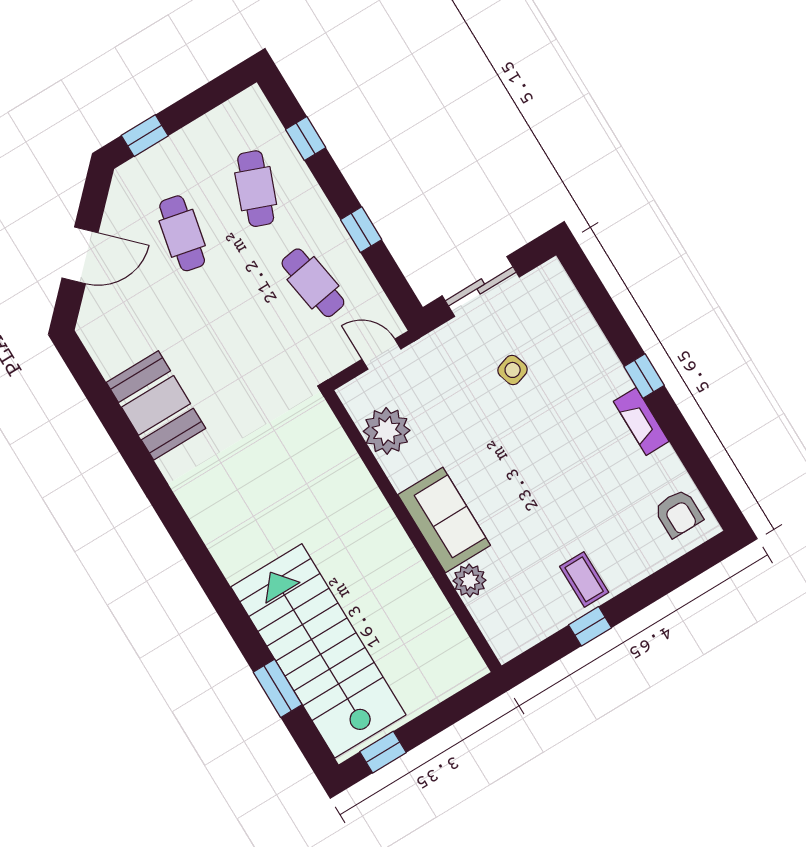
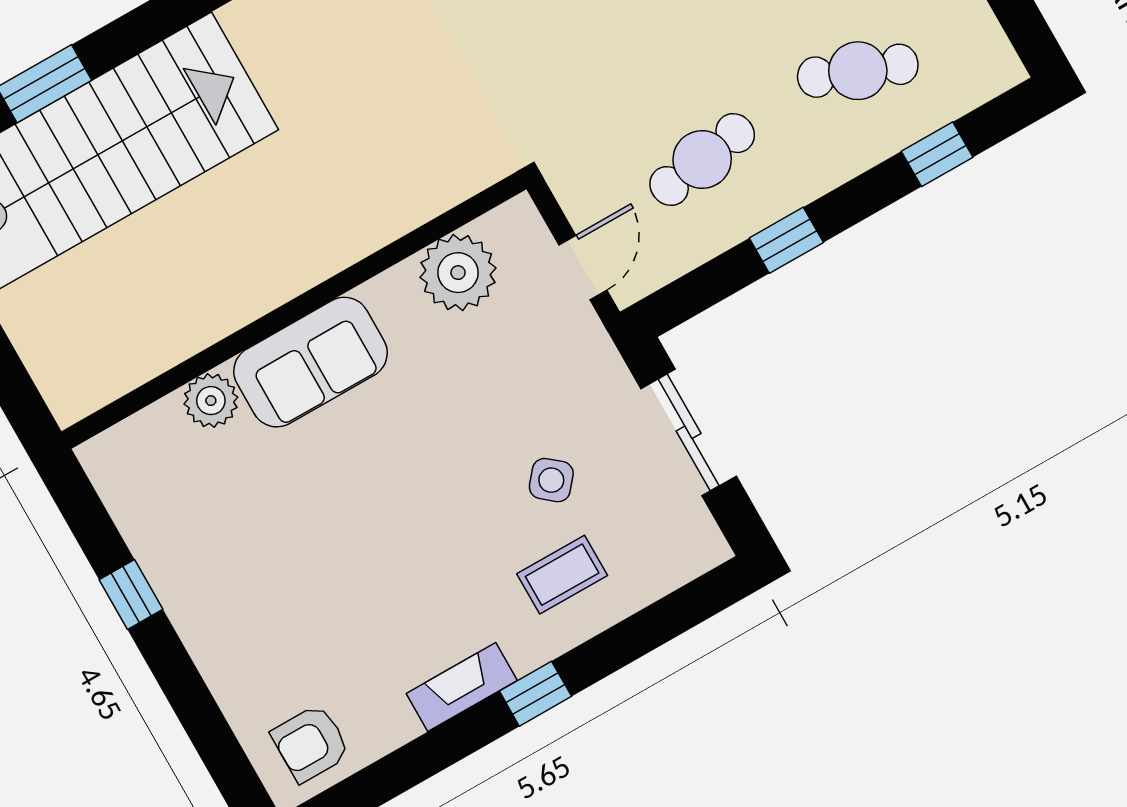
side table: (513, 370) -> (551, 480), turned -32
coffee table: (584, 579) -> (562, 575), moved

